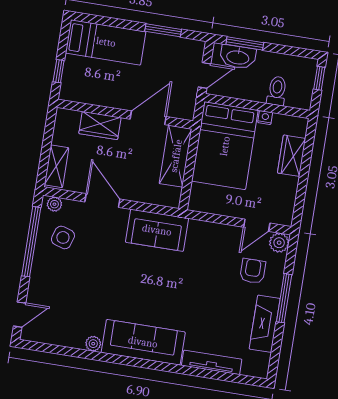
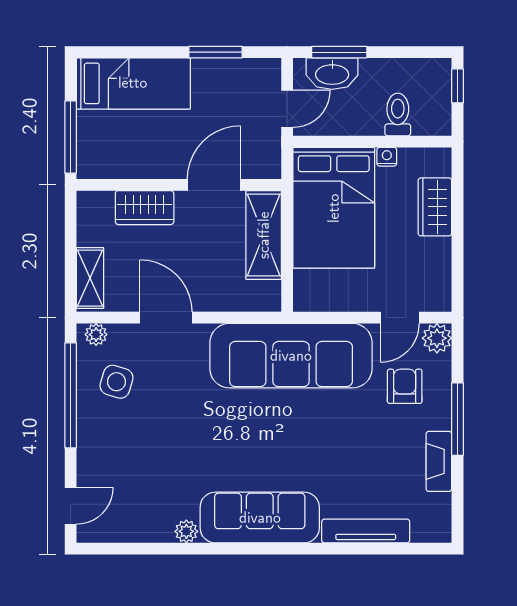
window: (59, 71) -> (71, 137), width x2.17
sofa: (157, 230) -> (291, 356), width x1.85, depth x1.27
fireplace: (265, 324) -> (439, 461), width x0.73, depth x0.76

